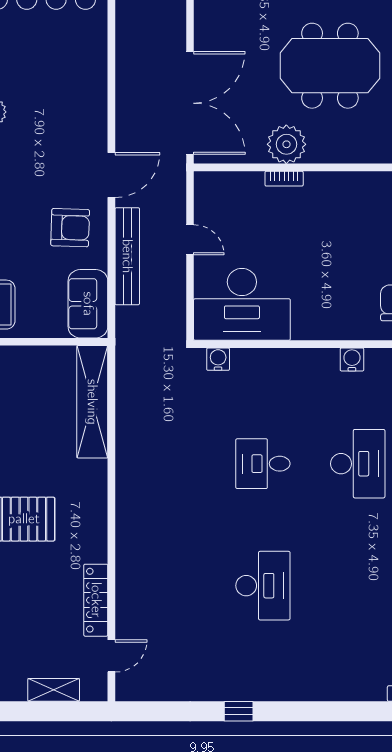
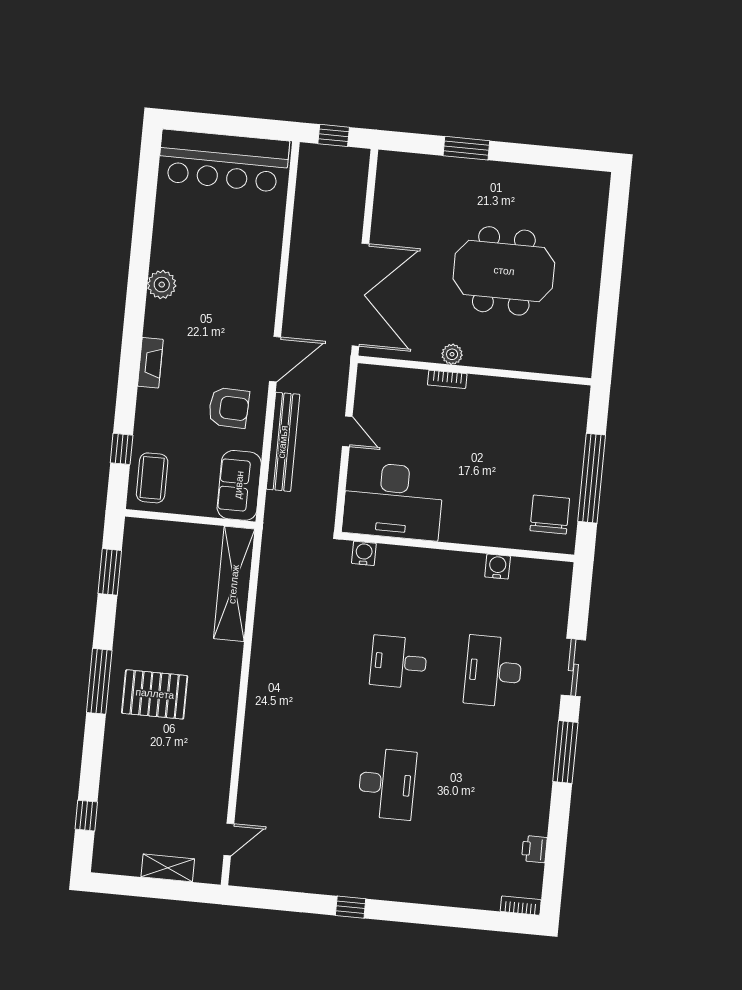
plant: (286, 144) -> (452, 354), width x0.53, depth x0.53
desk: (358, 464) -> (493, 671), turned 180
locker: (96, 600) -> (219, 782), removed

